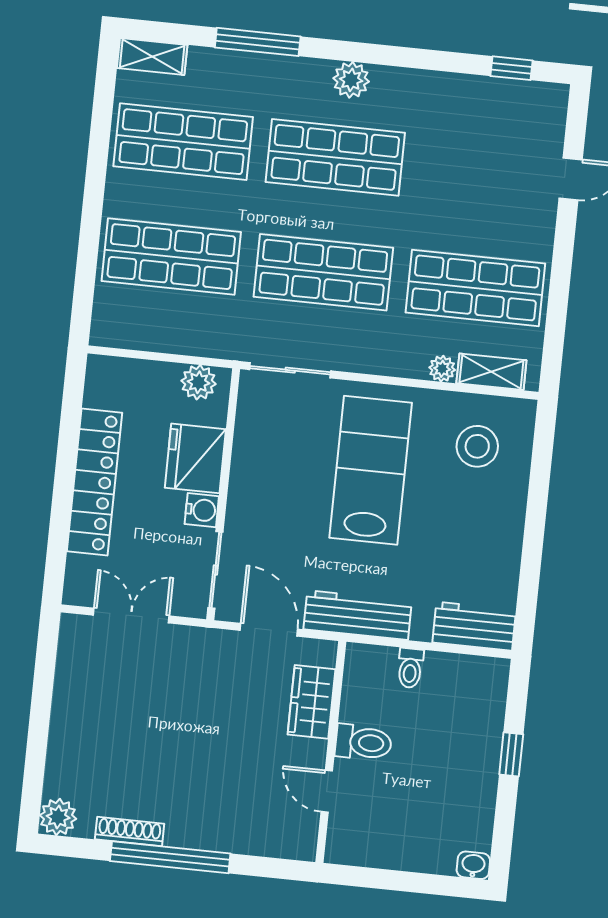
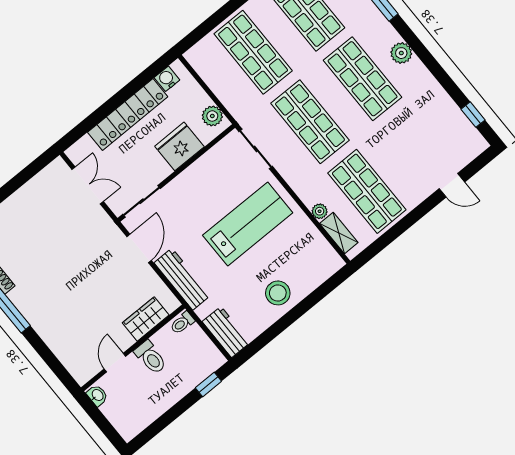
stool: (477, 446) -> (278, 293), moved
water cooler: (202, 510) -> (167, 79), moved, turned 180
wardrobe: (312, 702) -> (146, 319), moved
toilet: (363, 742) -> (151, 357), moved
wall: (331, 752) -> (133, 348), moved
window: (511, 754) -> (208, 385), moved
door: (327, 791) -> (115, 363), moved
washbasin: (473, 865) -> (97, 395), moved

